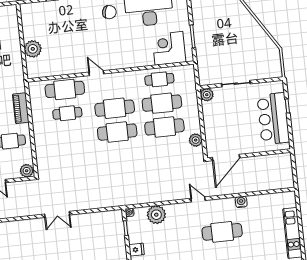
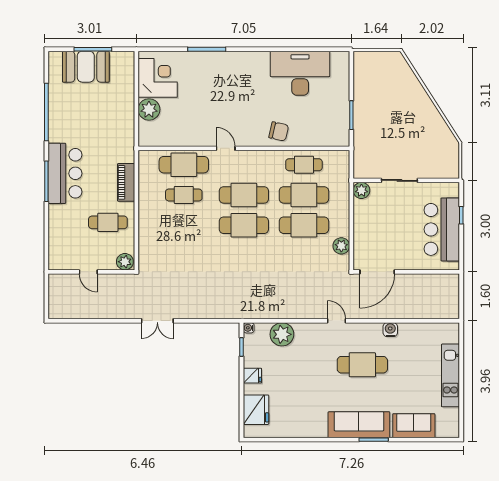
chair: (109, 12) -> (279, 131), moved
corner desk: (169, 48) -> (158, 78), moved, turned 90

